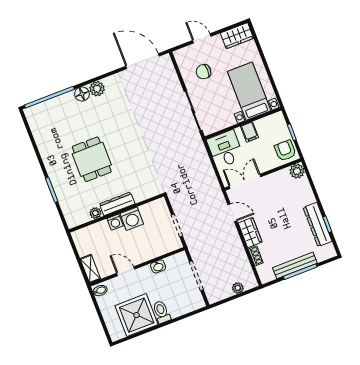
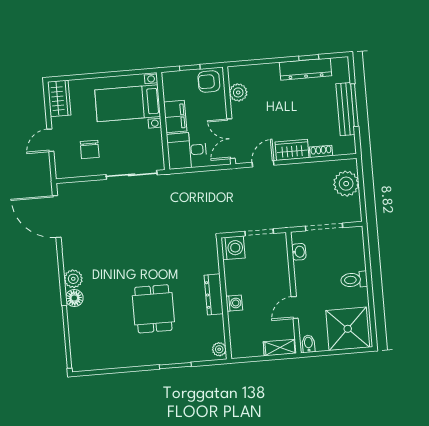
door: (143, 61) -> (57, 217), hinge flipped
filing cabinet: (250, 132) -> (175, 116), width x2.00
dining table: (92, 159) -> (153, 309), turned 90
plant: (297, 171) -> (238, 92), moved
plant: (95, 213) -> (219, 349), moved
washing machine: (132, 219) -> (233, 248), moved
washbasin: (158, 266) -> (299, 252), moved
plant: (238, 288) -> (346, 184), width x1.88, depth x1.88
shower: (137, 315) -> (348, 329), moved

